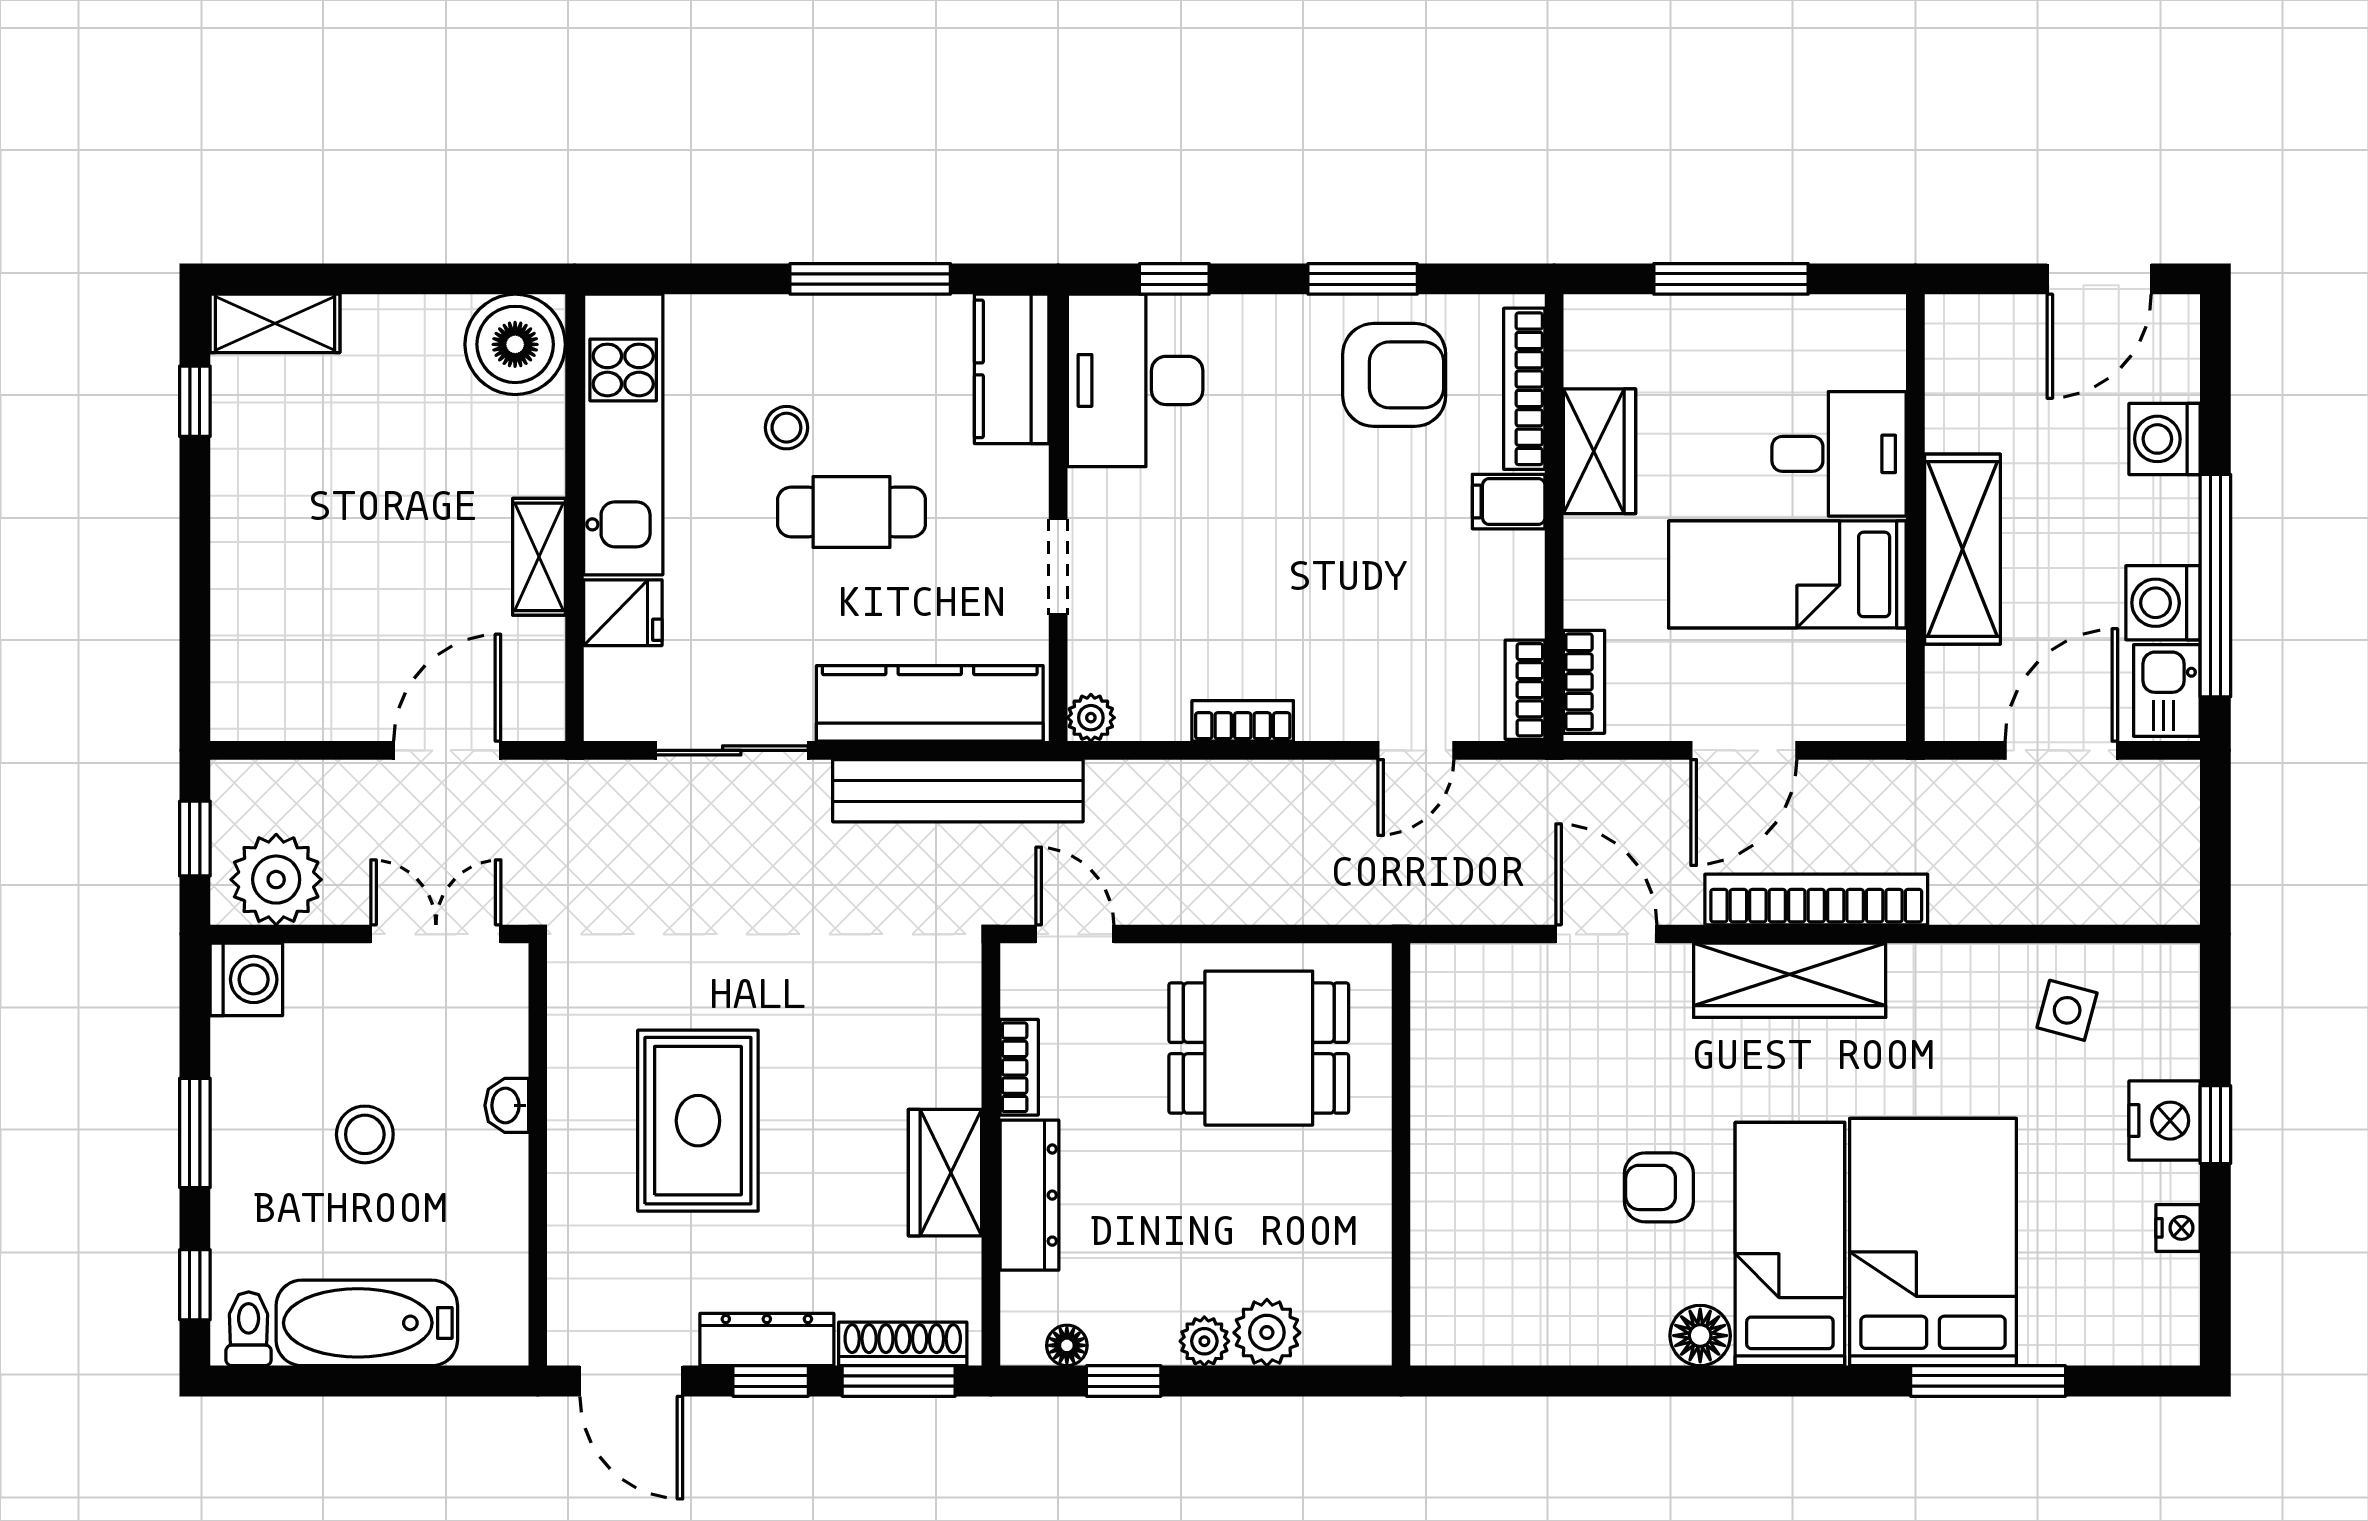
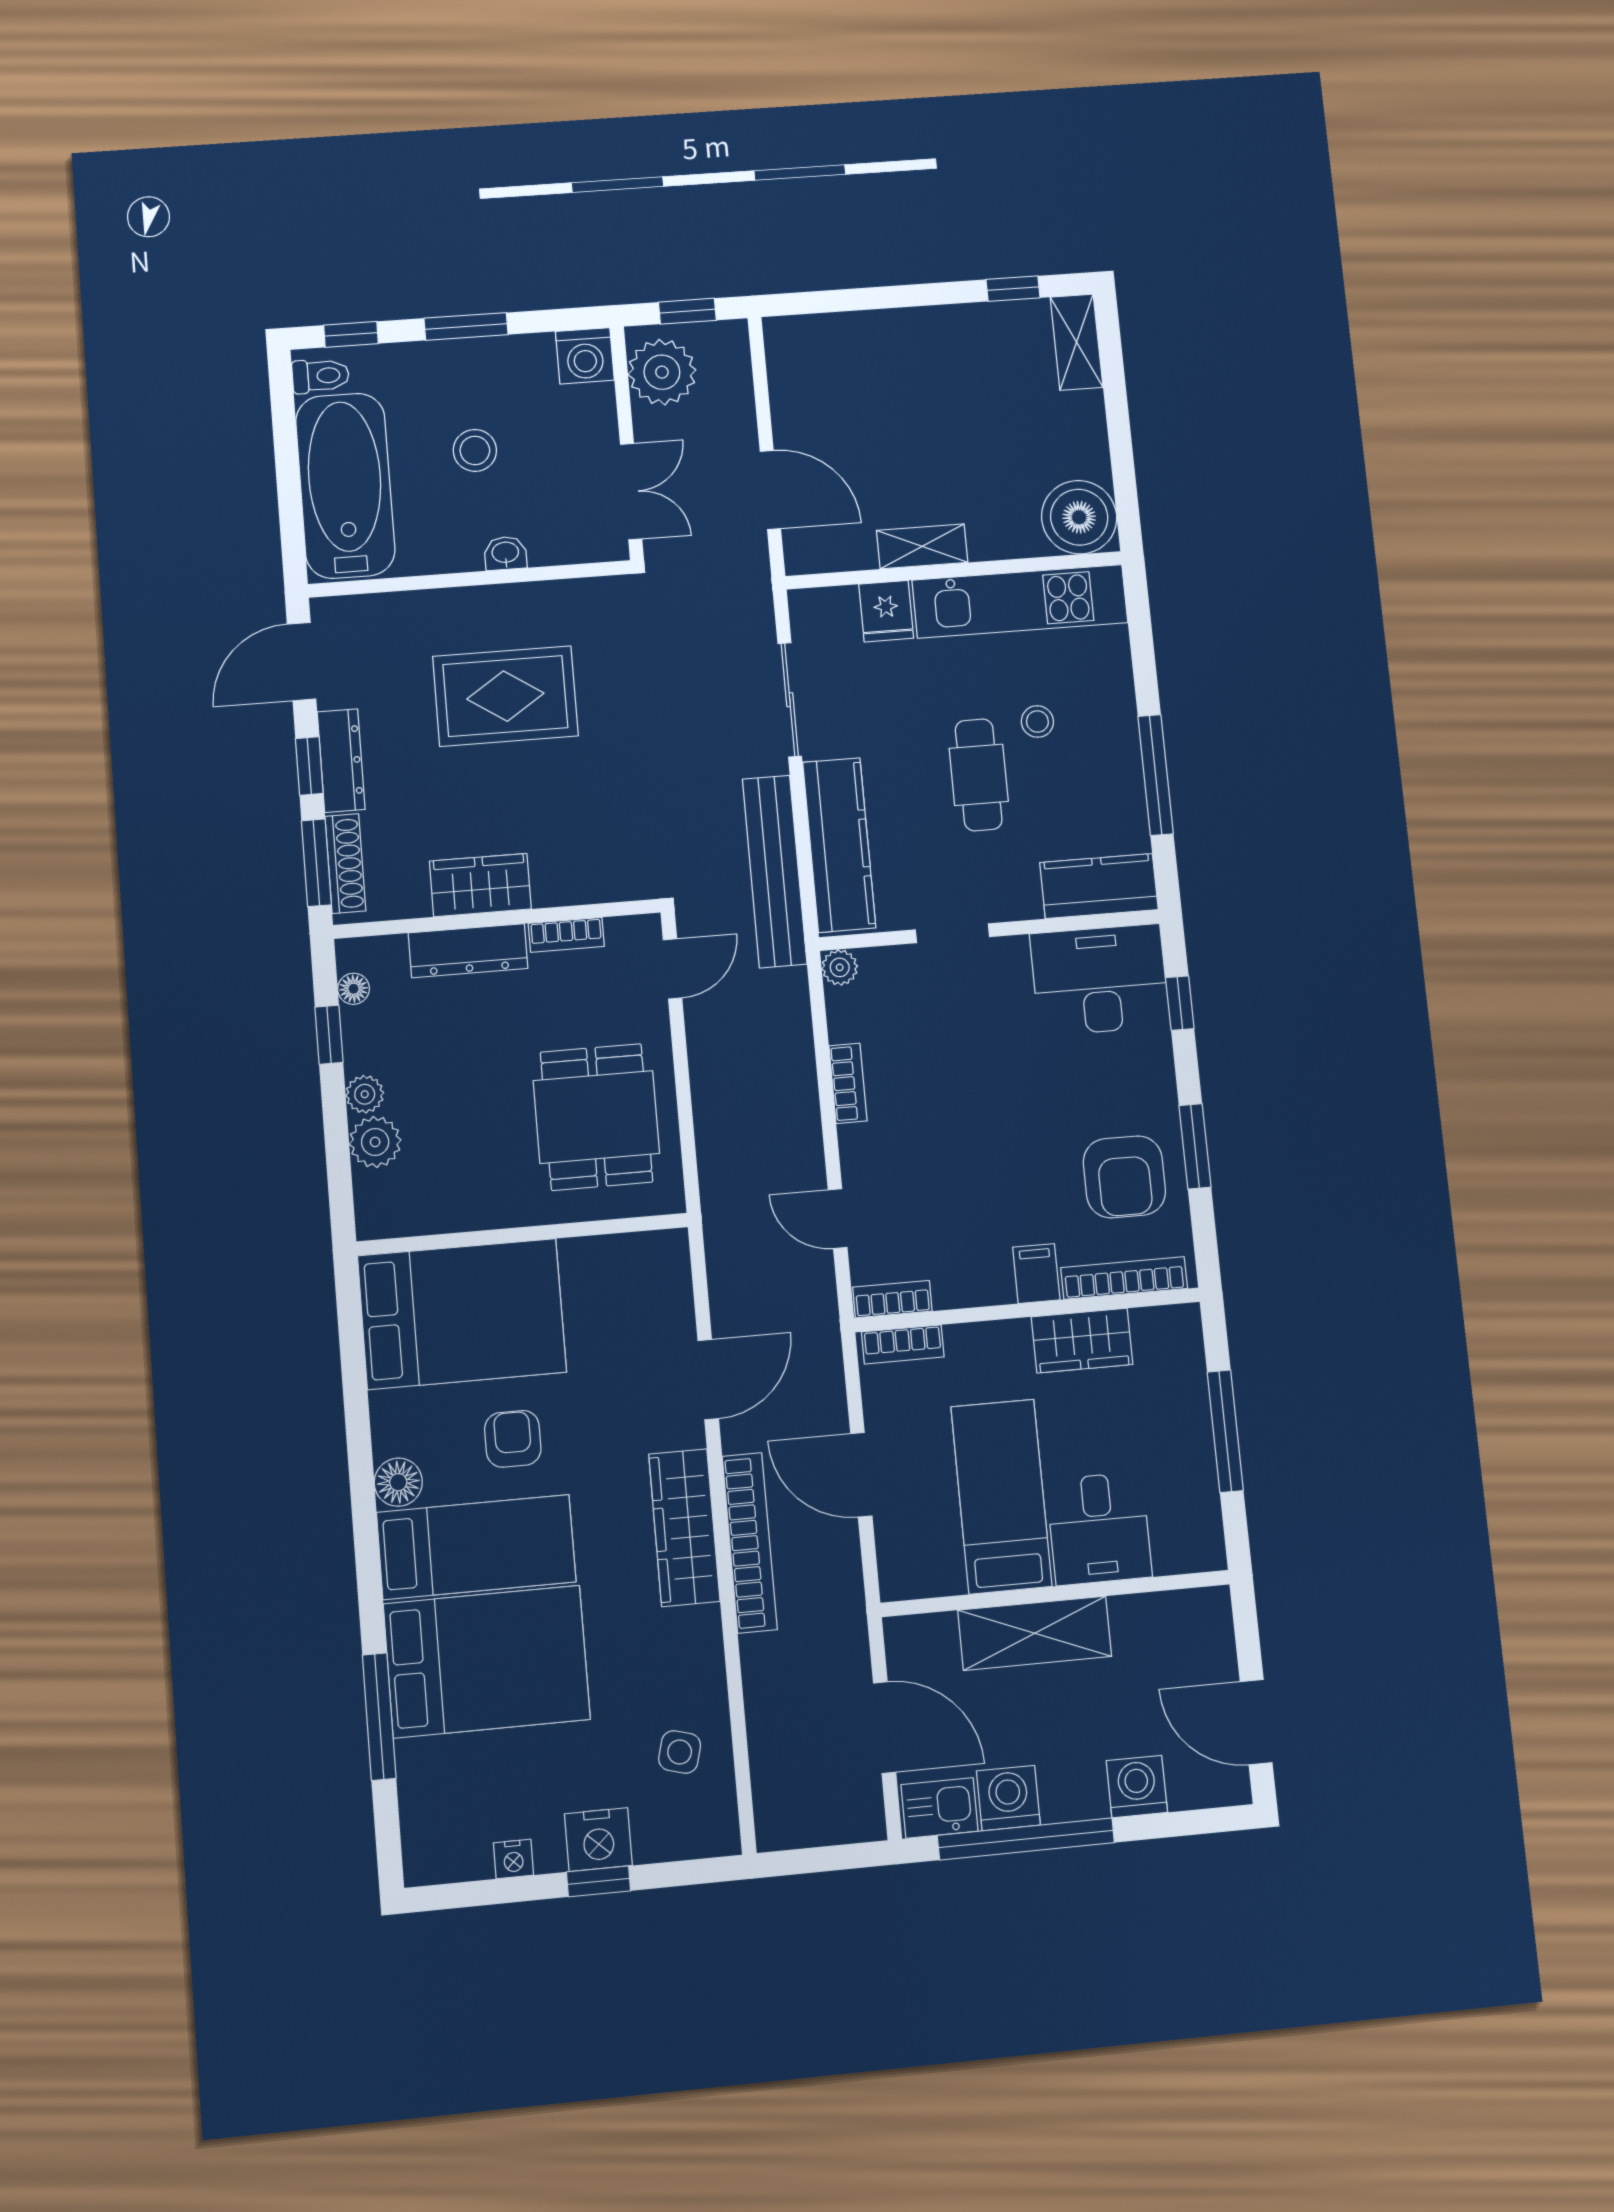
bed: (1496, 1239) -> (462, 1314), added
bathtub: (367, 1323) -> (345, 486), width x1.36, depth x1.36

